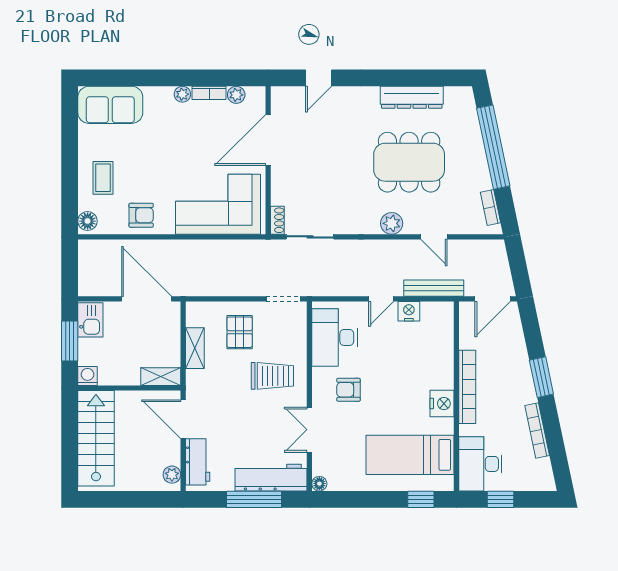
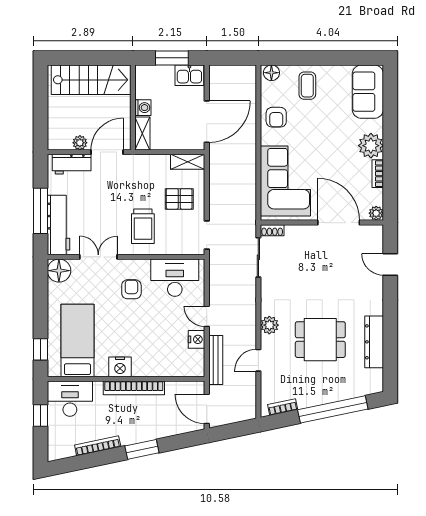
plant: (182, 94) -> (371, 146), width x1.88, depth x1.88
plant: (236, 95) -> (376, 213), moved
dining table: (409, 162) -> (320, 340), width x0.73
coffee table: (103, 178) -> (307, 86), turned 90
shelving: (195, 348) -> (188, 162), moved
washing machine: (88, 376) -> (143, 108), moved
plant: (172, 475) -> (80, 143), moved
floor lamp: (319, 484) -> (59, 271), width x1.89, depth x1.89

